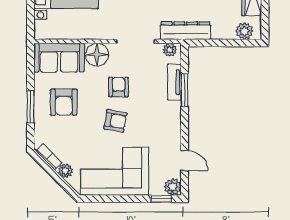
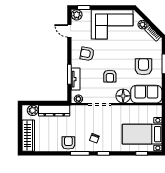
dresser: (186, 31) -> (54, 111), moved
armchair: (115, 121) -> (87, 54), moved

